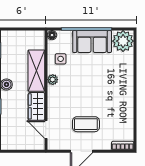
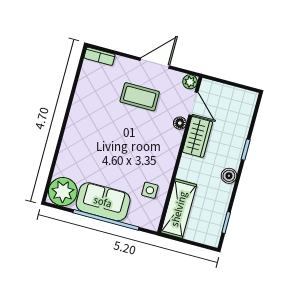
floor lamp: (52, 35) -> (180, 123), moved
shelving: (36, 71) -> (179, 209), moved
plant: (53, 80) -> (190, 82), moved

